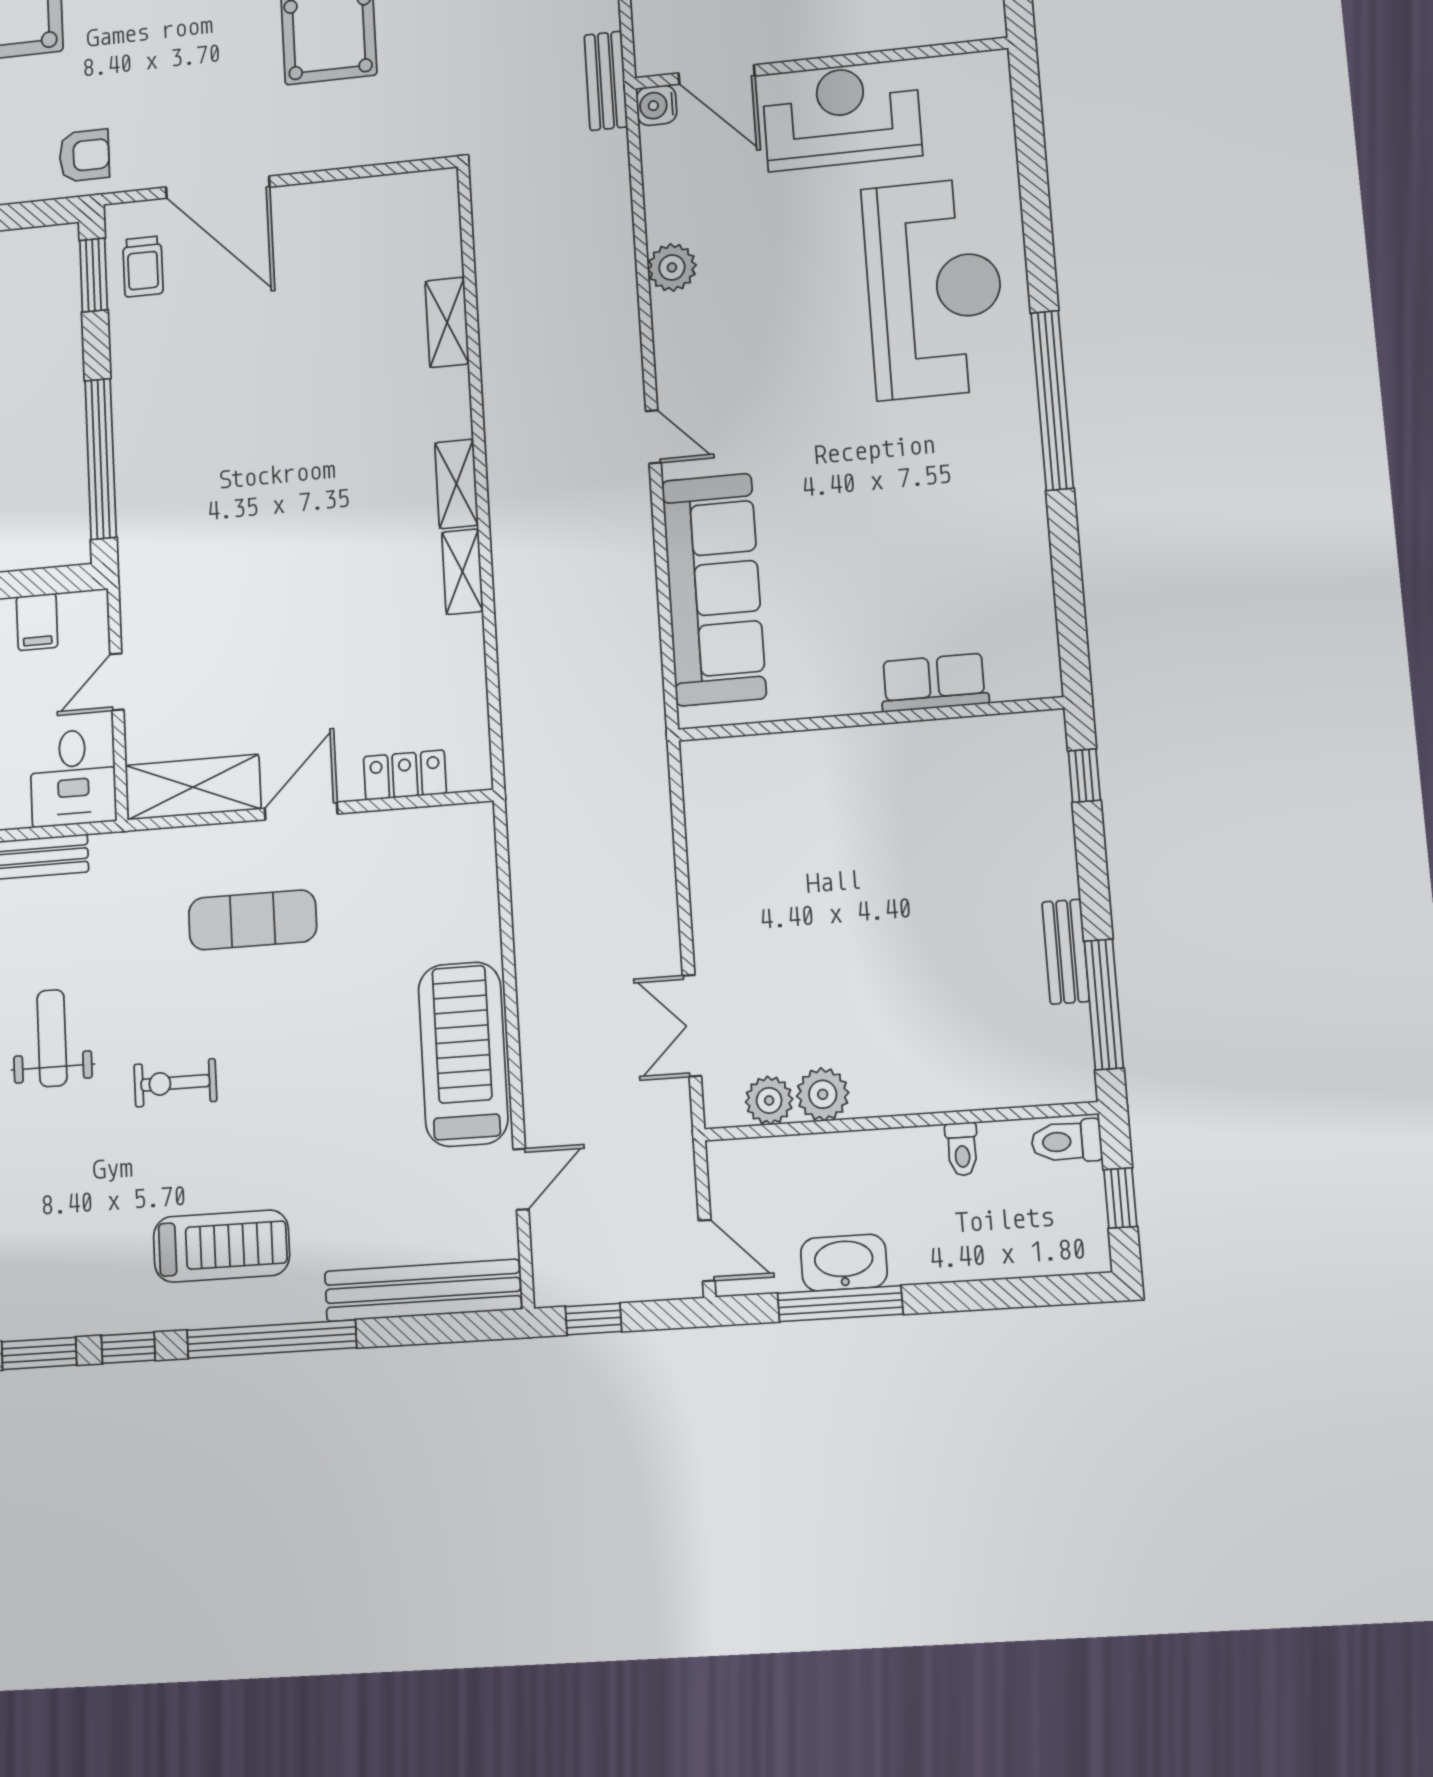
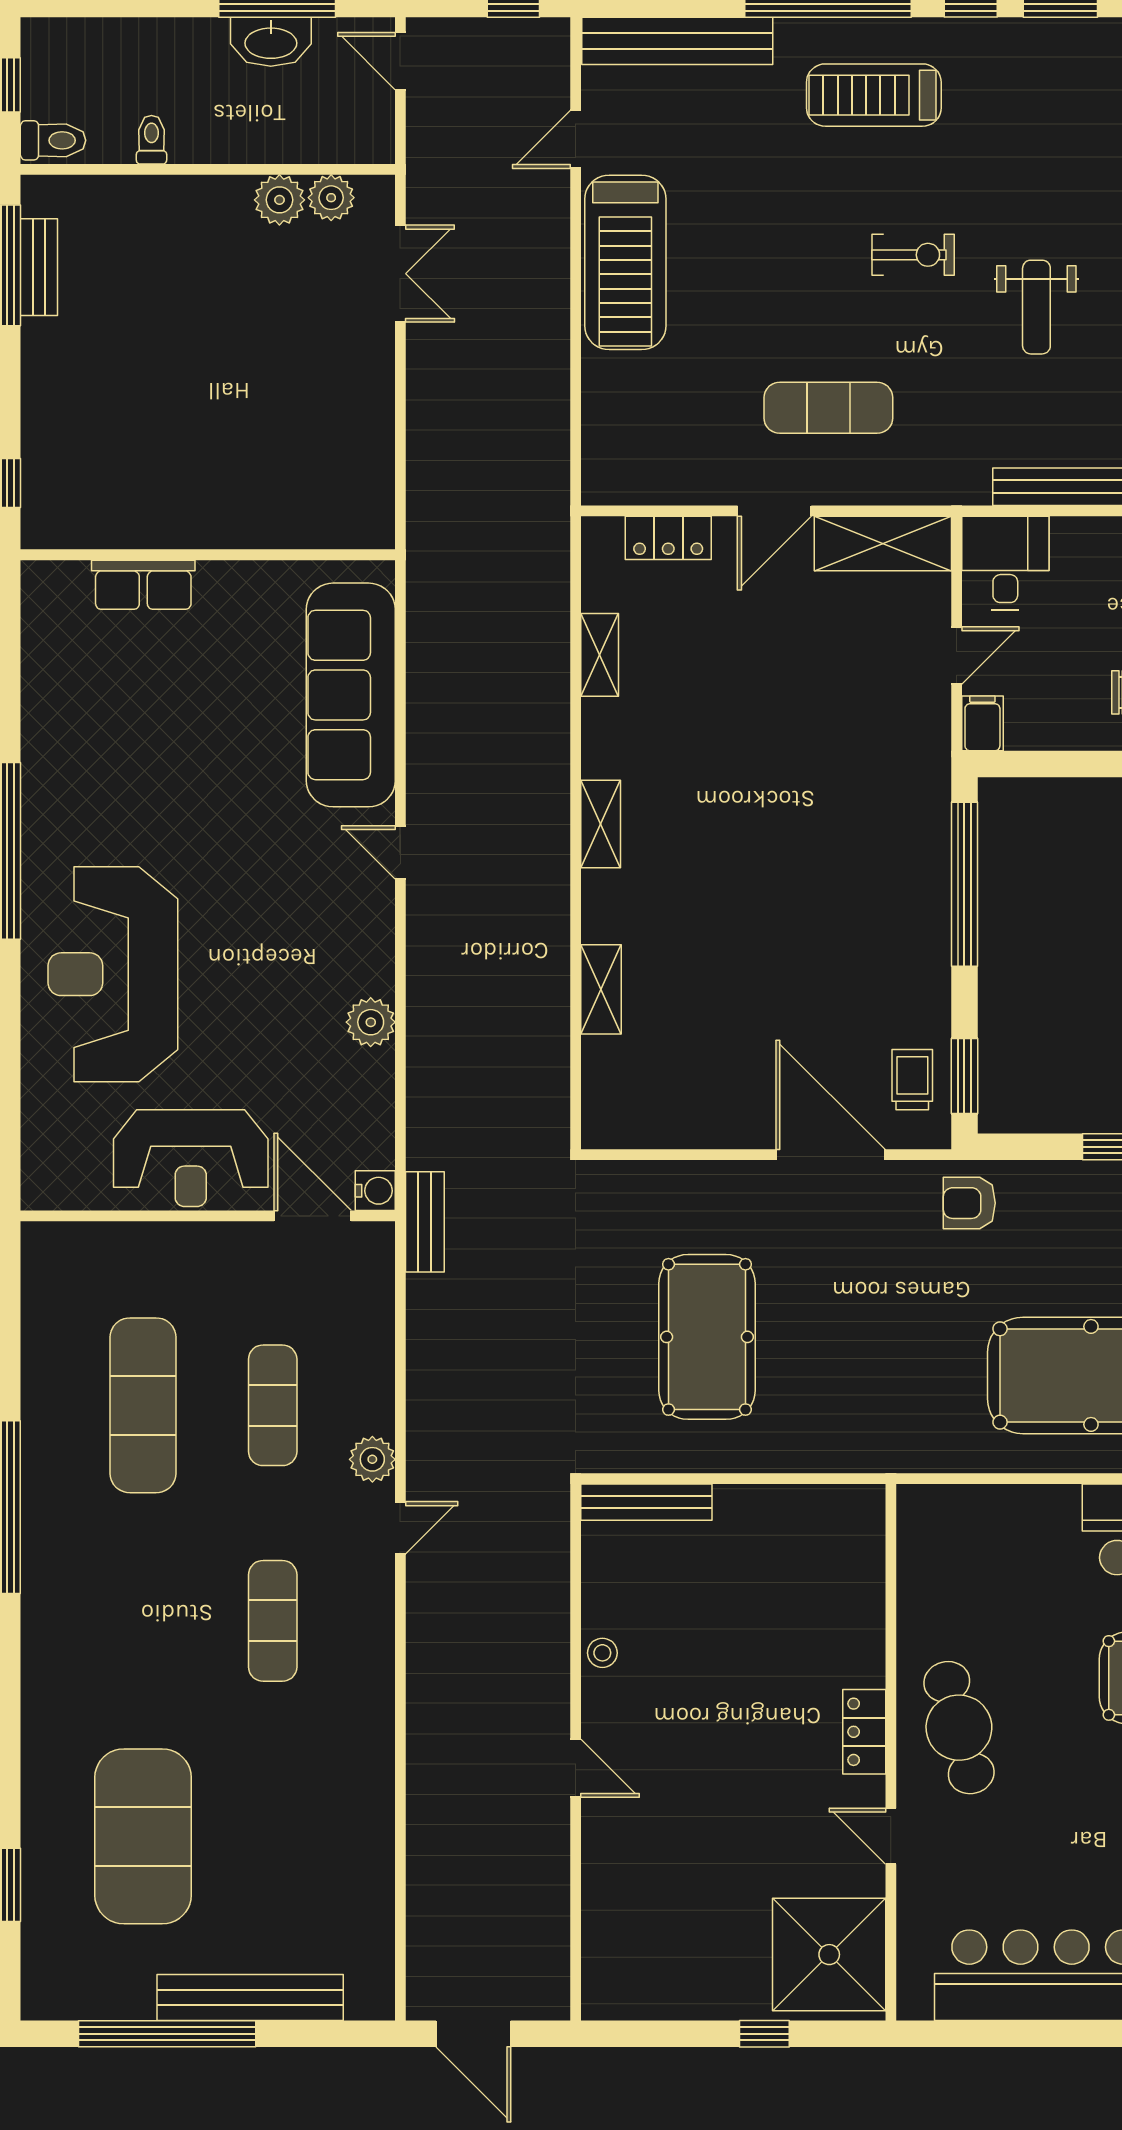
shelving: (462, 572) -> (600, 655), moved
filing cabinet: (37, 622) -> (982, 723), moved
bench: (1066, 952) -> (39, 267), moved

